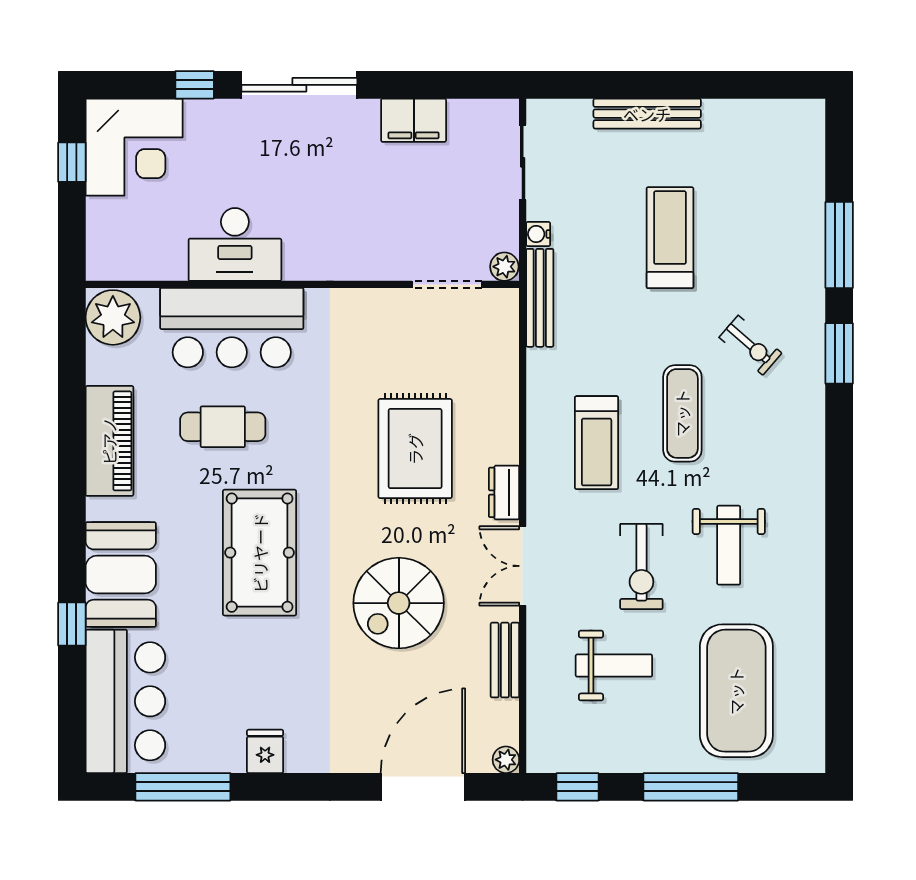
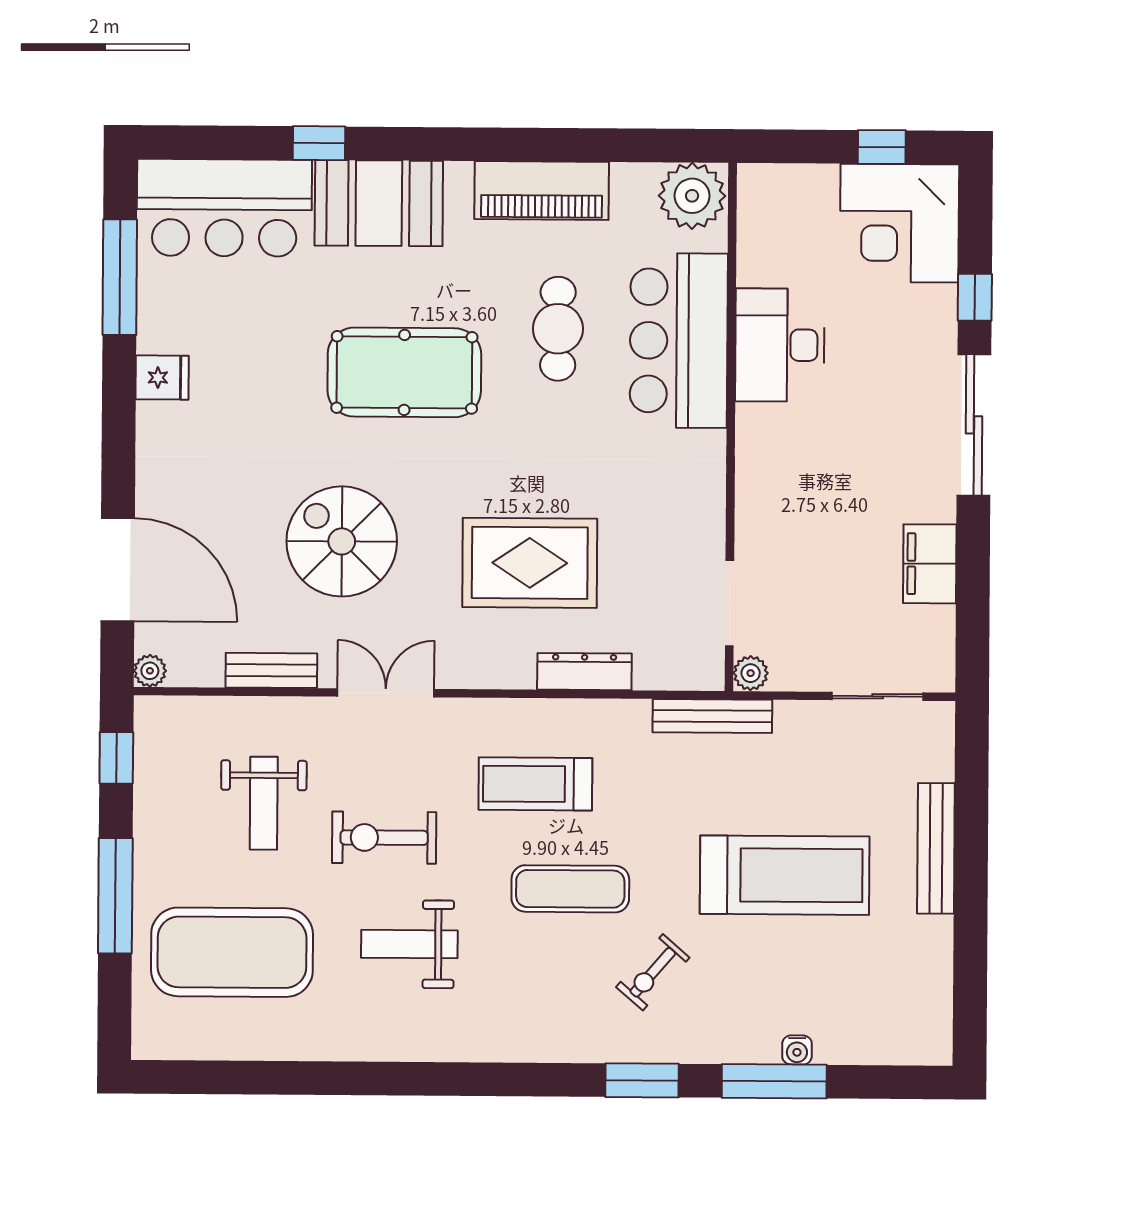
water cooler: (538, 234) -> (797, 1050), moved, turned 180
treadmill: (670, 238) -> (785, 875), width x1.37, depth x1.38
dresser: (504, 492) -> (584, 672), moved, width x1.44

